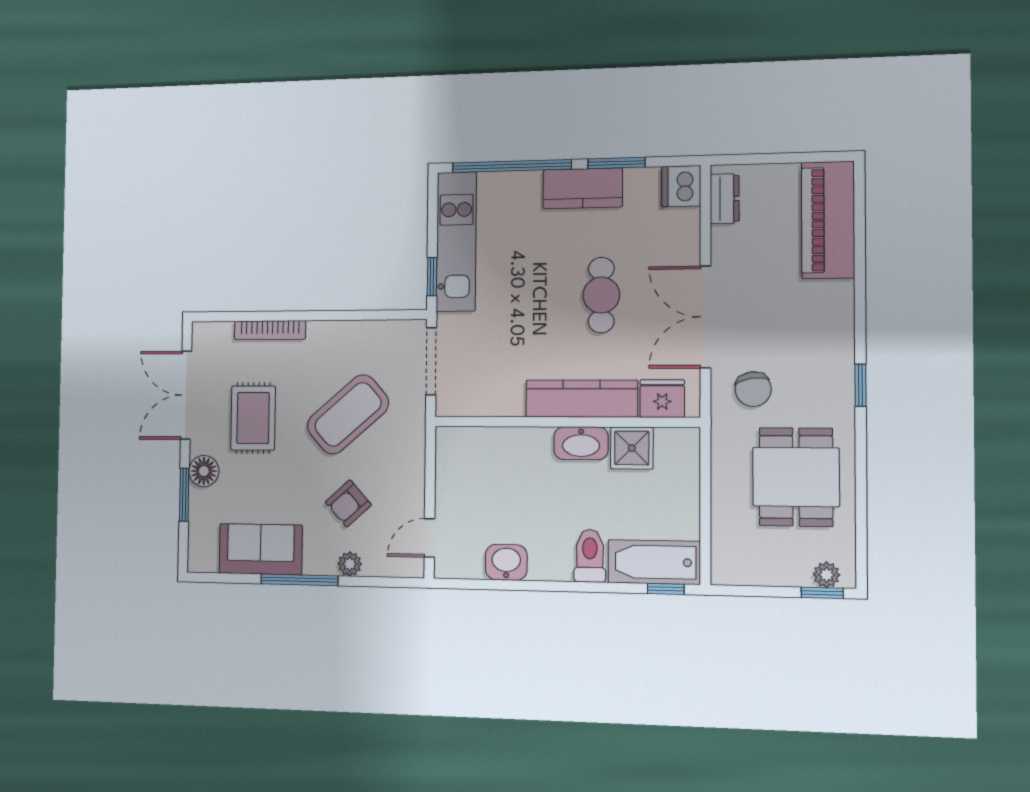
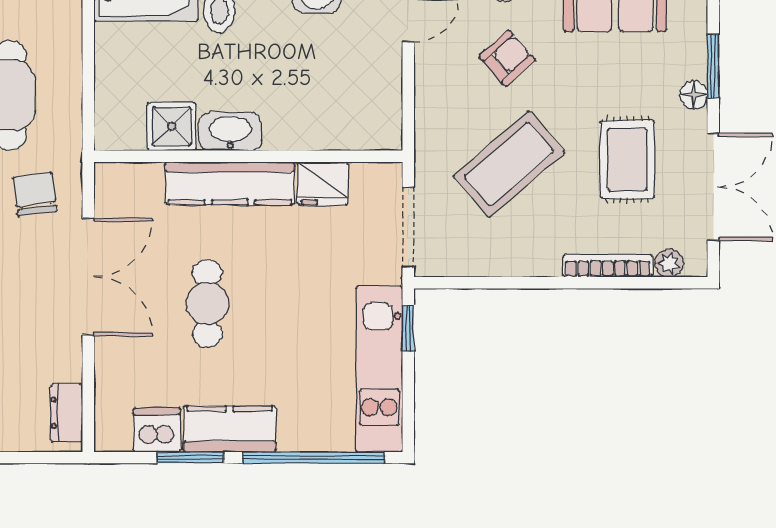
dishwasher: (681, 186) -> (157, 430), moved, turned -90
plant: (221, 333) -> (669, 263), added
fridge: (662, 398) -> (323, 183), moved
floor lamp: (204, 471) -> (694, 95), width x0.73, depth x0.73

